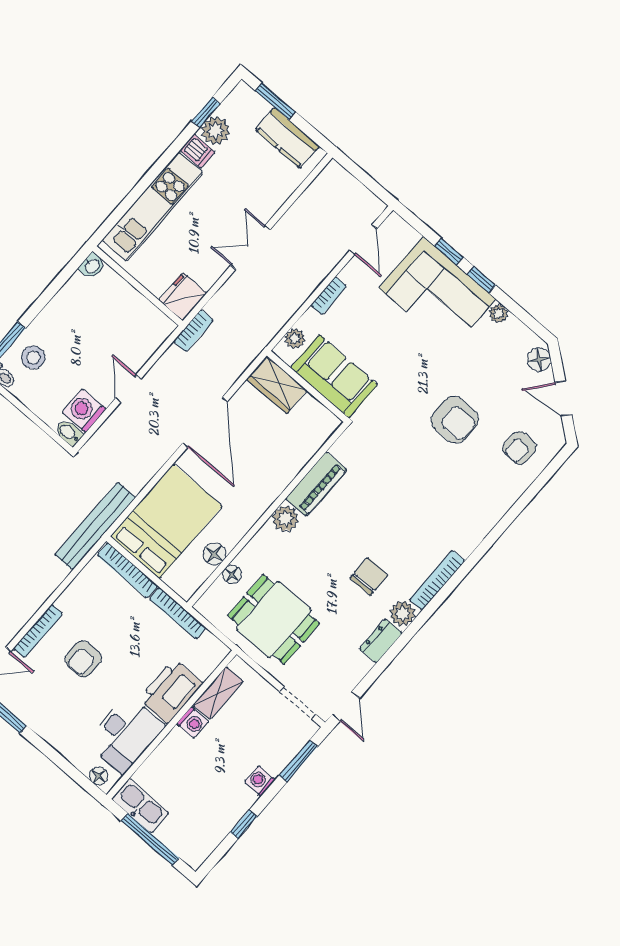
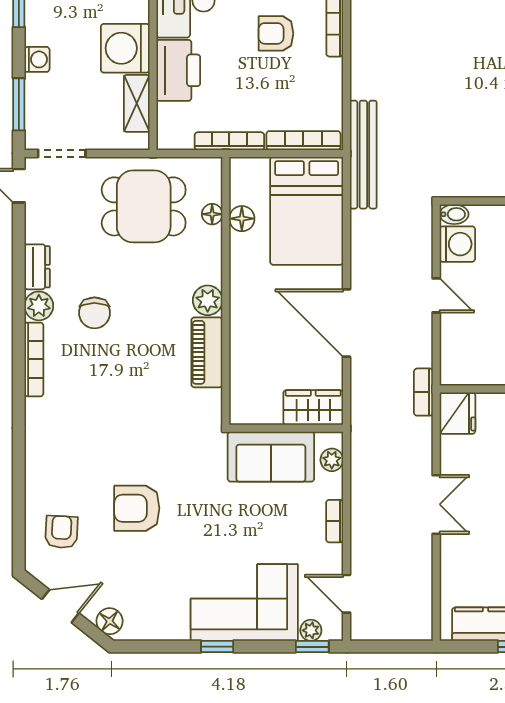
window: (449, 252) -> (312, 647), moved
plant: (498, 314) -> (311, 630), moved
armchair: (83, 659) -> (276, 33), turned -90
washing machine: (193, 722) -> (125, 48), width x1.89, depth x1.89

